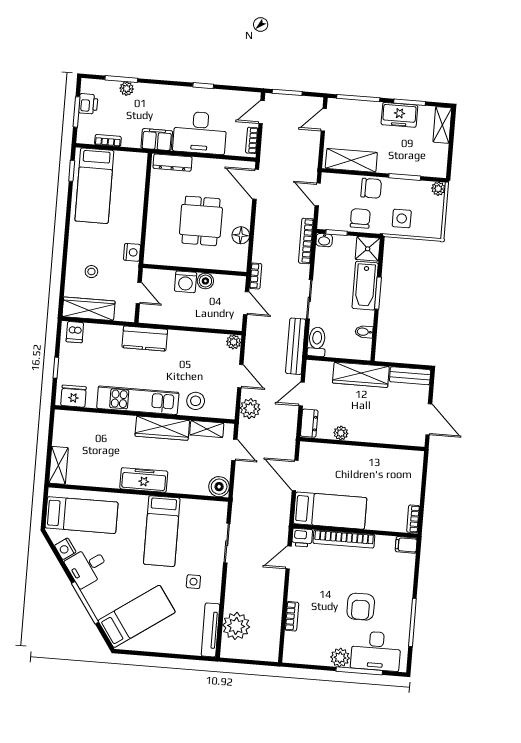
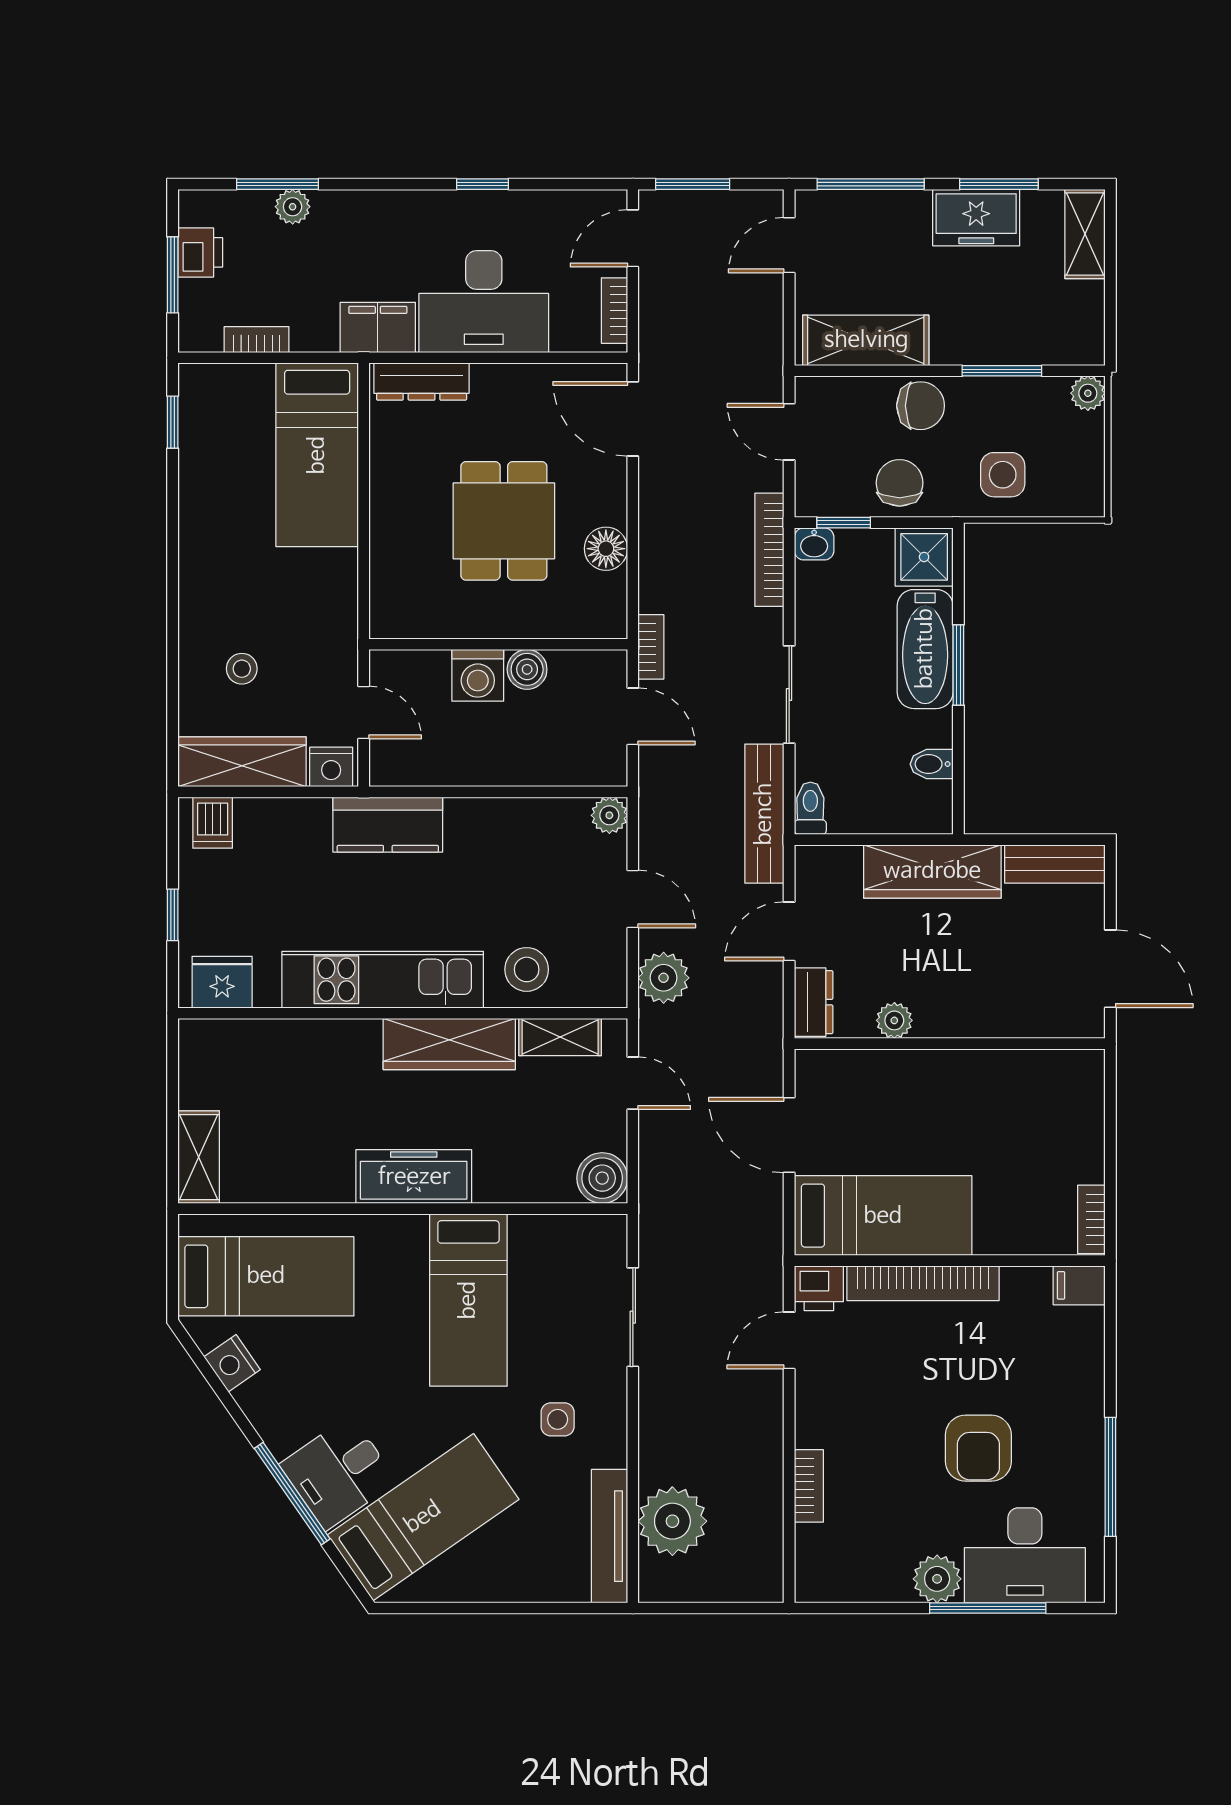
bed: (94, 186) -> (317, 455), moved
nightstand: (132, 252) -> (331, 767), moved, turned 90
toilet: (317, 342) -> (810, 808), width x0.73, depth x0.72
desk: (87, 567) -> (338, 1473), moved

